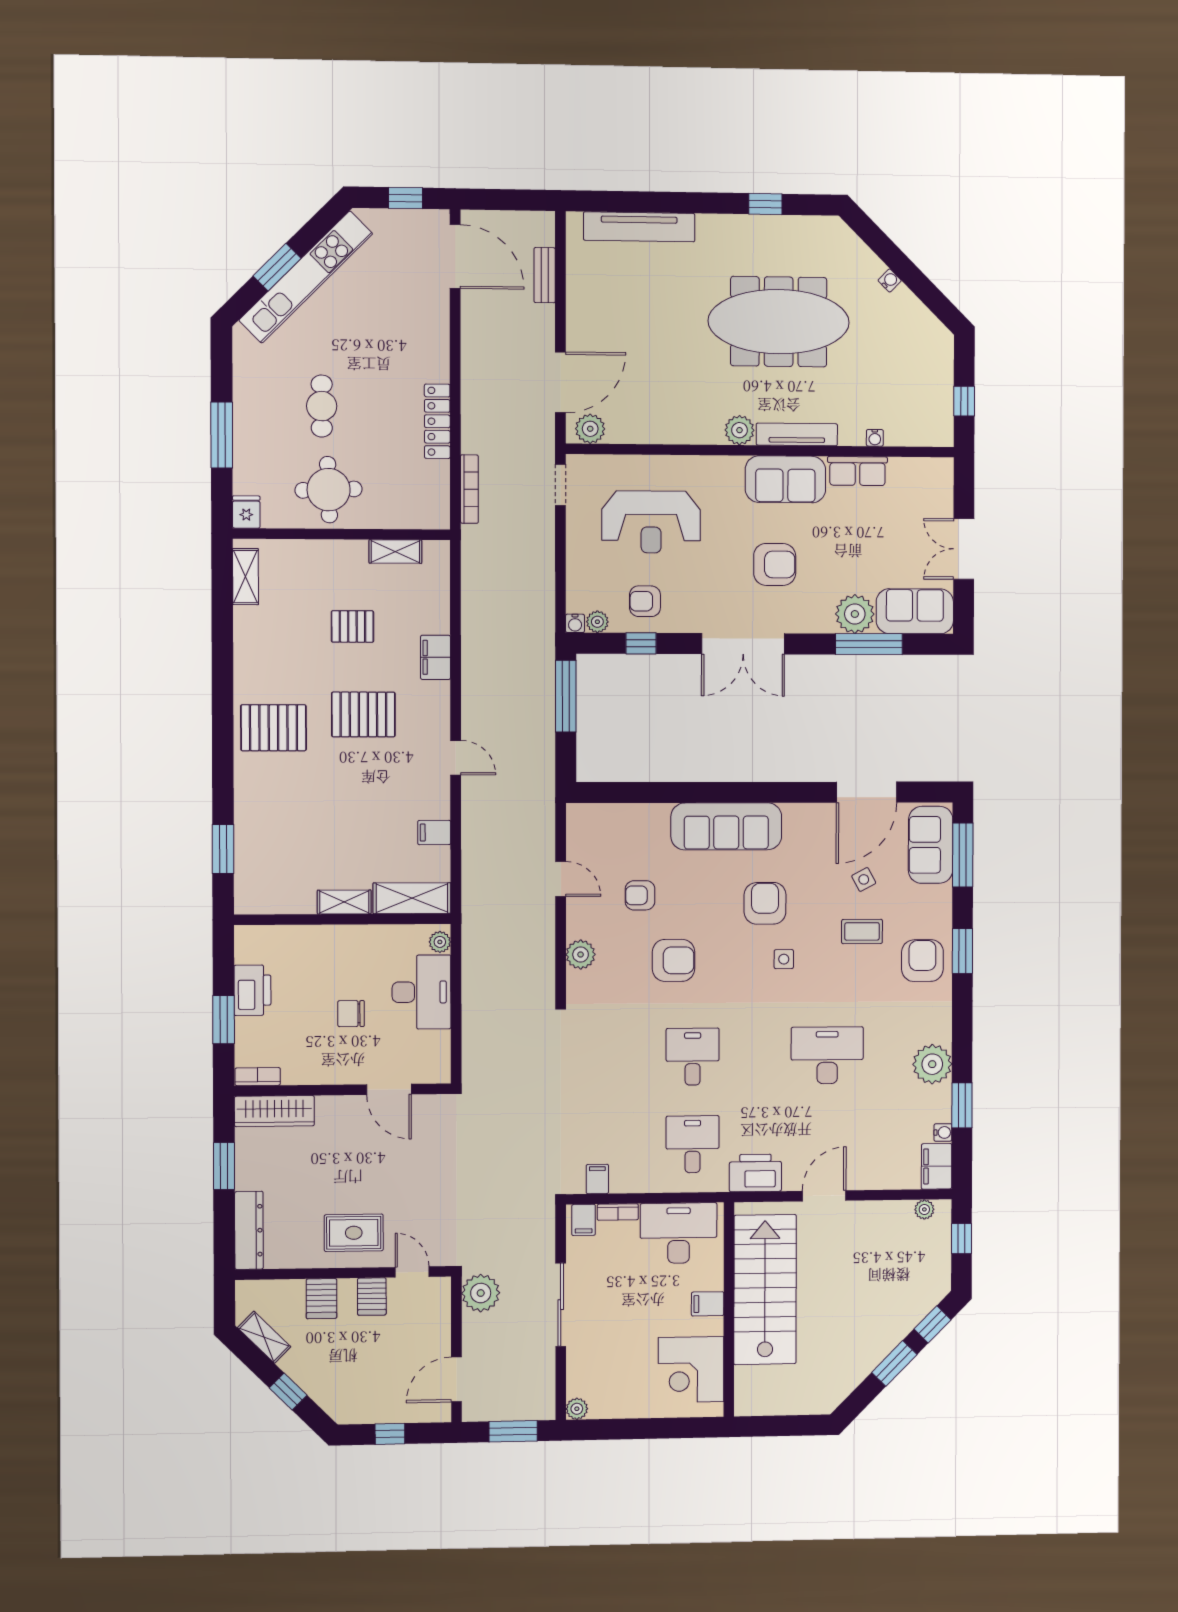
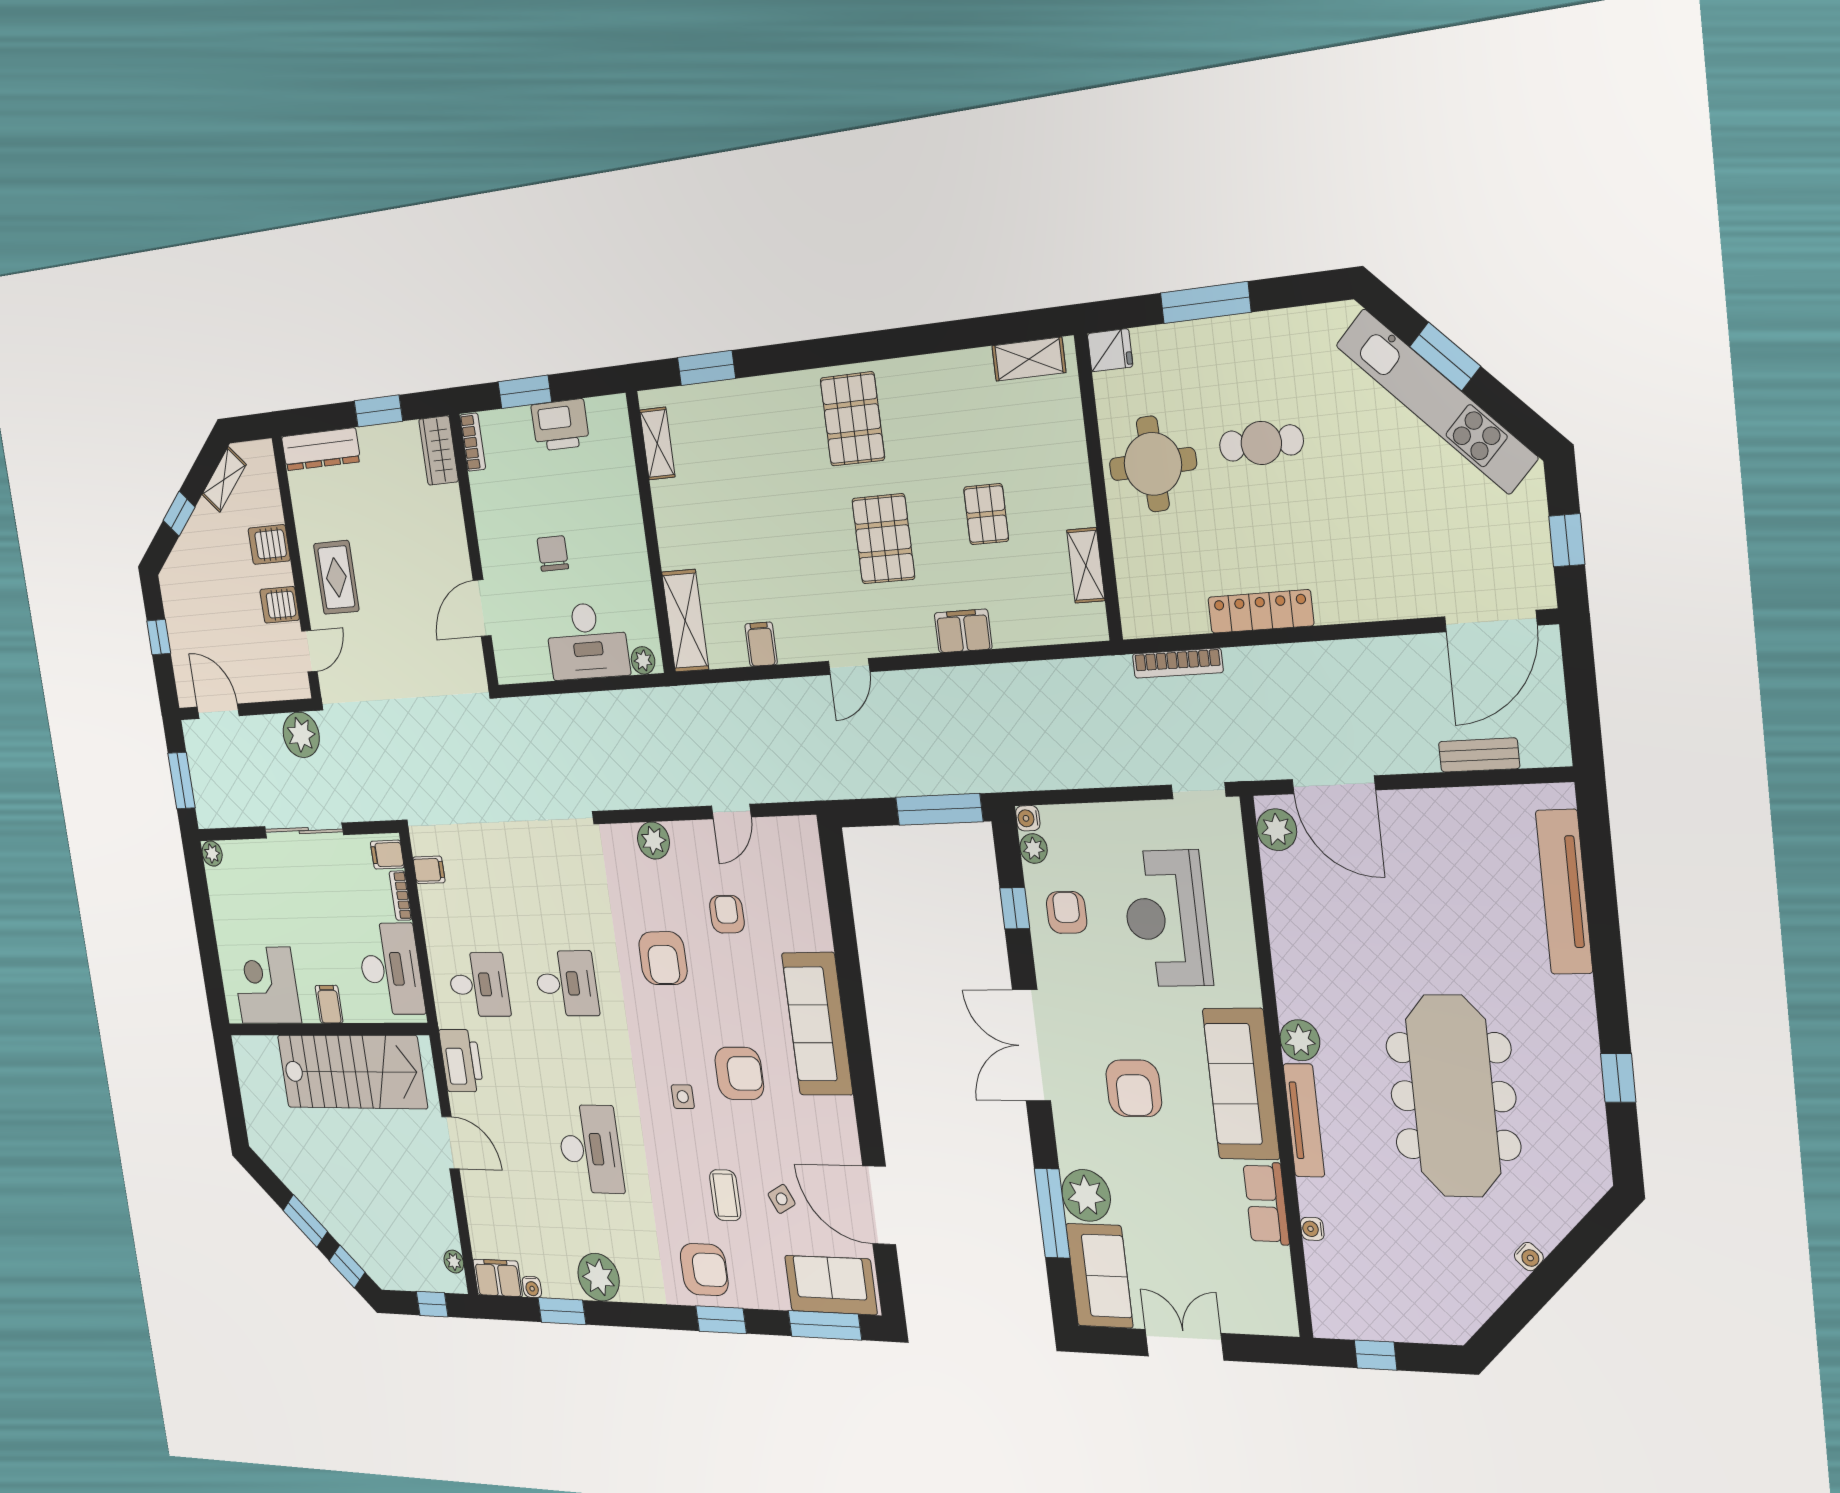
sofa: (785, 479) -> (1241, 1084), width x1.36
shelving: (344, 902) -> (657, 444), moved
wardrobe: (274, 1111) -> (439, 451), width x0.67

